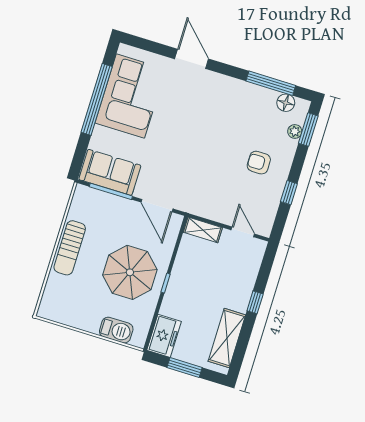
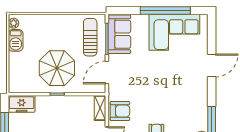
armchair: (215, 204) -> (120, 111), added
sun lounger: (70, 248) -> (90, 37), moved, turned 90
plant: (50, 313) -> (14, 23), added
barbecue: (116, 330) -> (16, 40), moved

